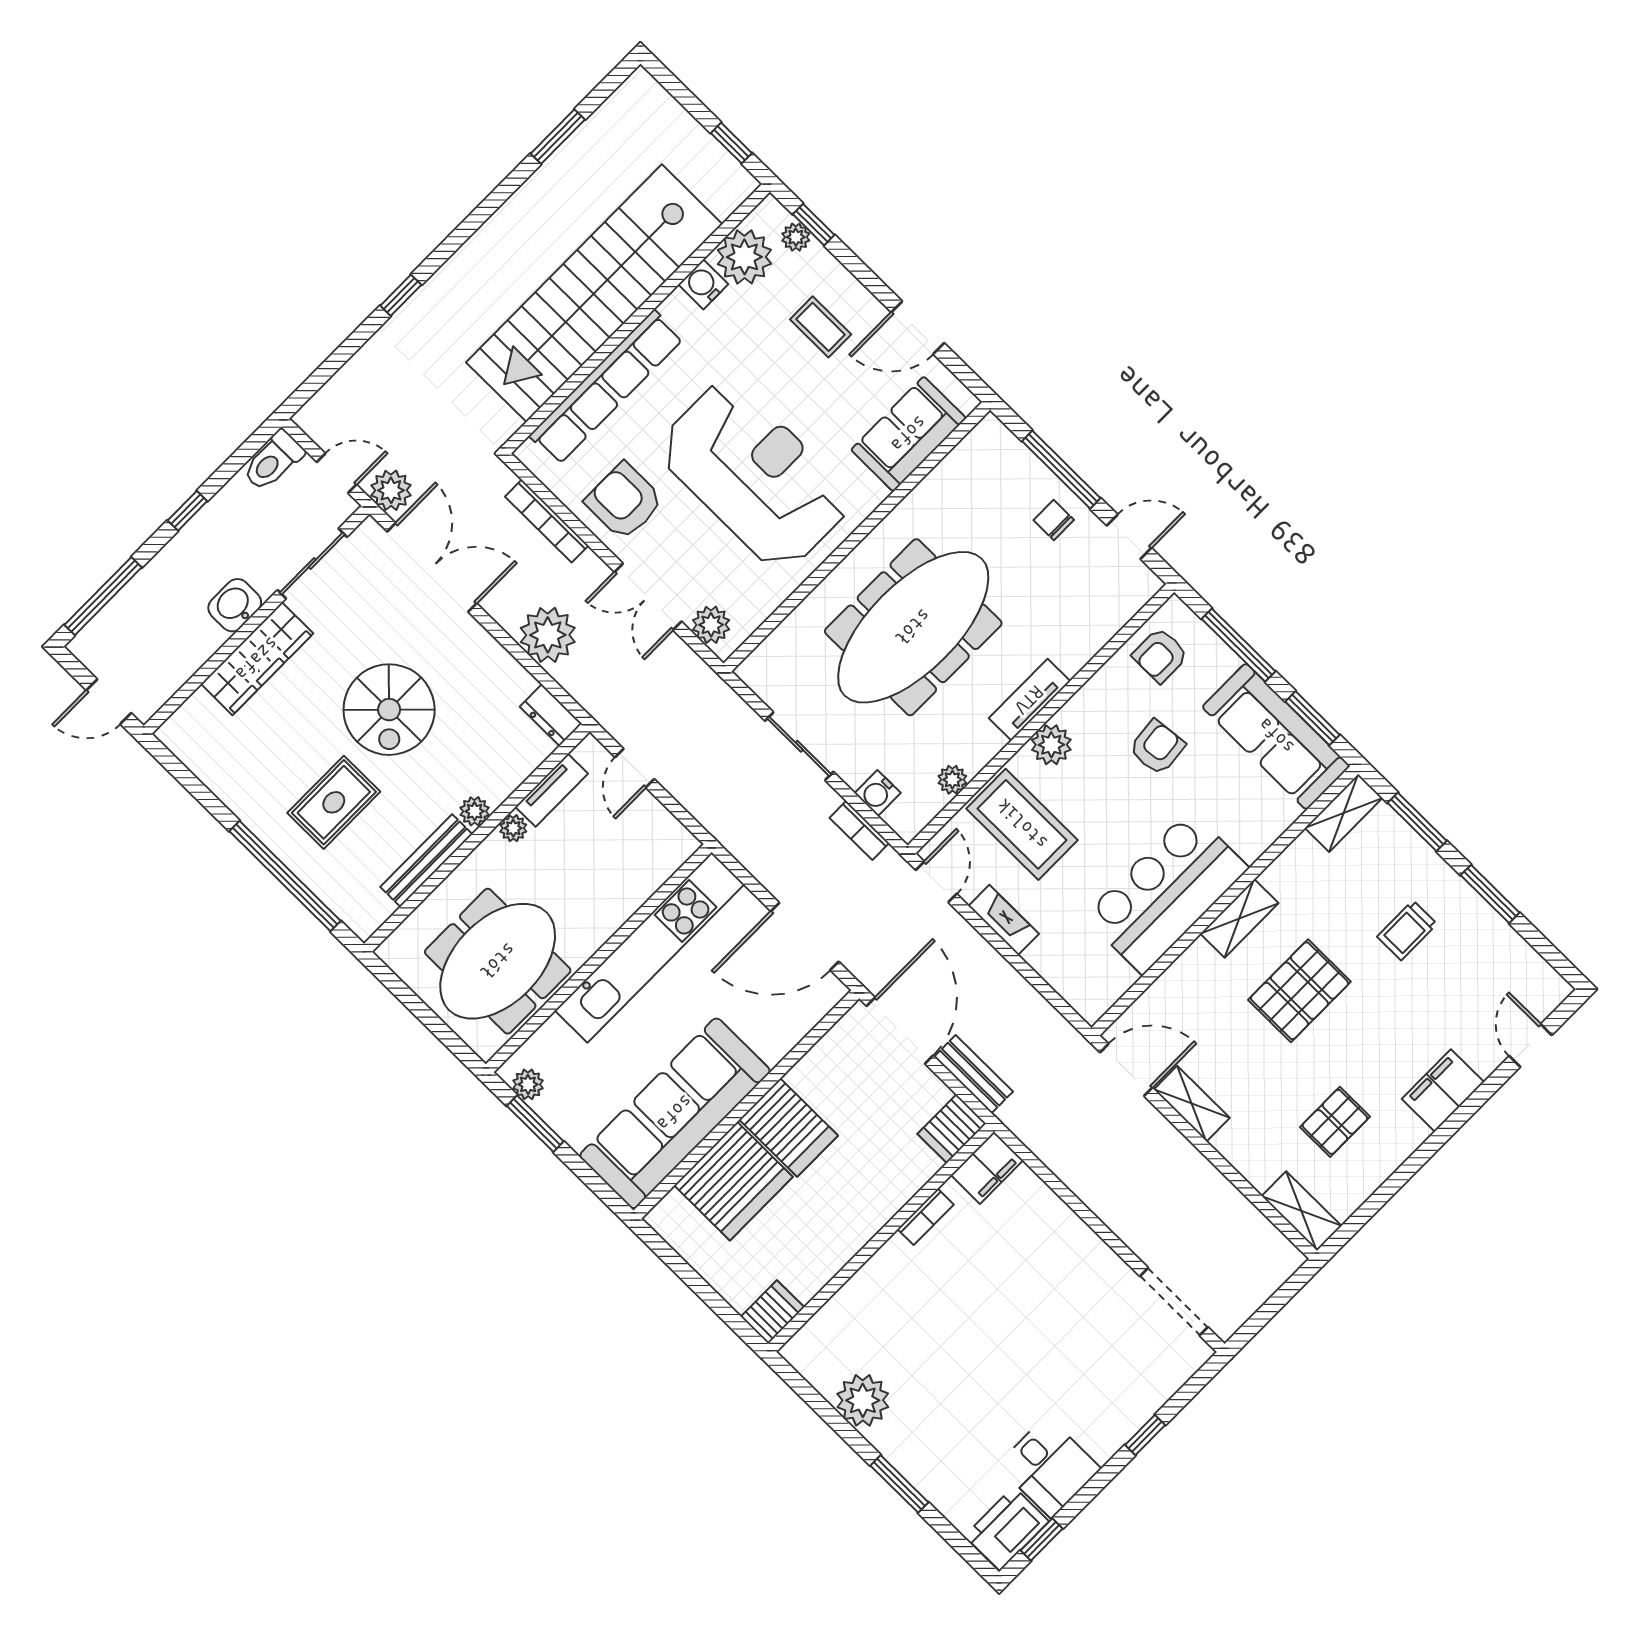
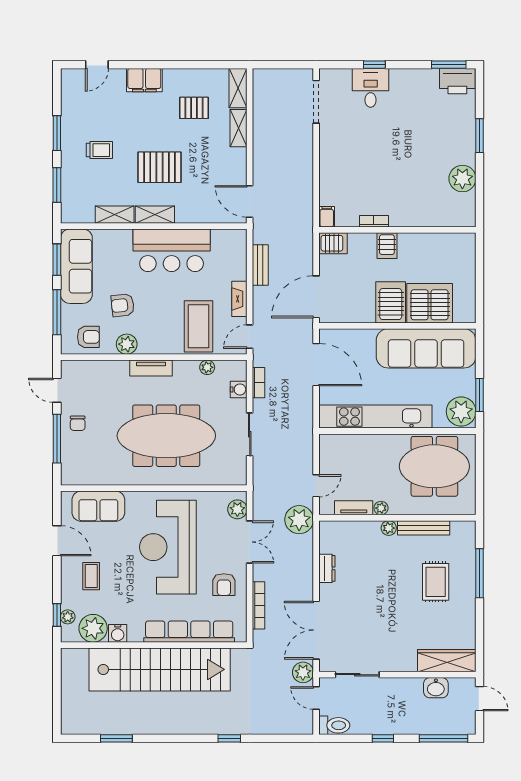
window: (731, 143) -> (57, 674), removed
armchair: (624, 501) -> (224, 585), width x0.72, depth x0.72
washbasin: (235, 605) -> (436, 688), moved
plant: (548, 635) -> (299, 520), moved
wardrobe: (257, 659) -> (447, 661), moved
spiral stairs: (389, 710) -> (383, 595), removed
dresser: (551, 715) -> (327, 568), moved
plant: (1051, 745) -> (127, 344), moved
rug: (334, 802) -> (436, 582), turned 90
shelving: (1344, 813) -> (115, 215), moved
window: (285, 876) -> (480, 573), width x0.68
bench: (974, 1074) -> (260, 265), moved
plant: (528, 1084) -> (461, 412), width x1.87, depth x1.87
shelving: (1192, 1104) -> (238, 128), moved
filing cabinet: (987, 1168) -> (327, 217), width x0.50
server rack: (773, 1312) -> (387, 246), moved, turned -90
desk: (1049, 1467) -> (371, 88), moved
window: (1042, 1539) -> (449, 65), width x1.50

